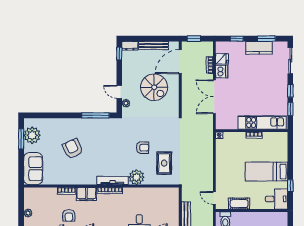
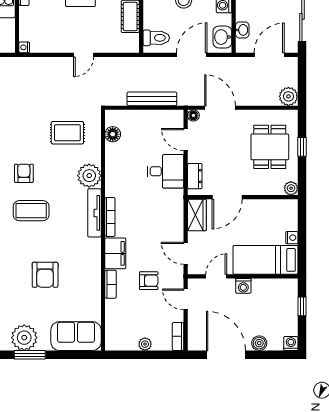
coffee table: (114, 140) -> (31, 211), added
armchair: (143, 148) -> (24, 173), moved
armchair: (73, 149) -> (45, 275), turned -66
floor lamp: (163, 192) -> (113, 134), added
door: (214, 198) -> (84, 55), moved

